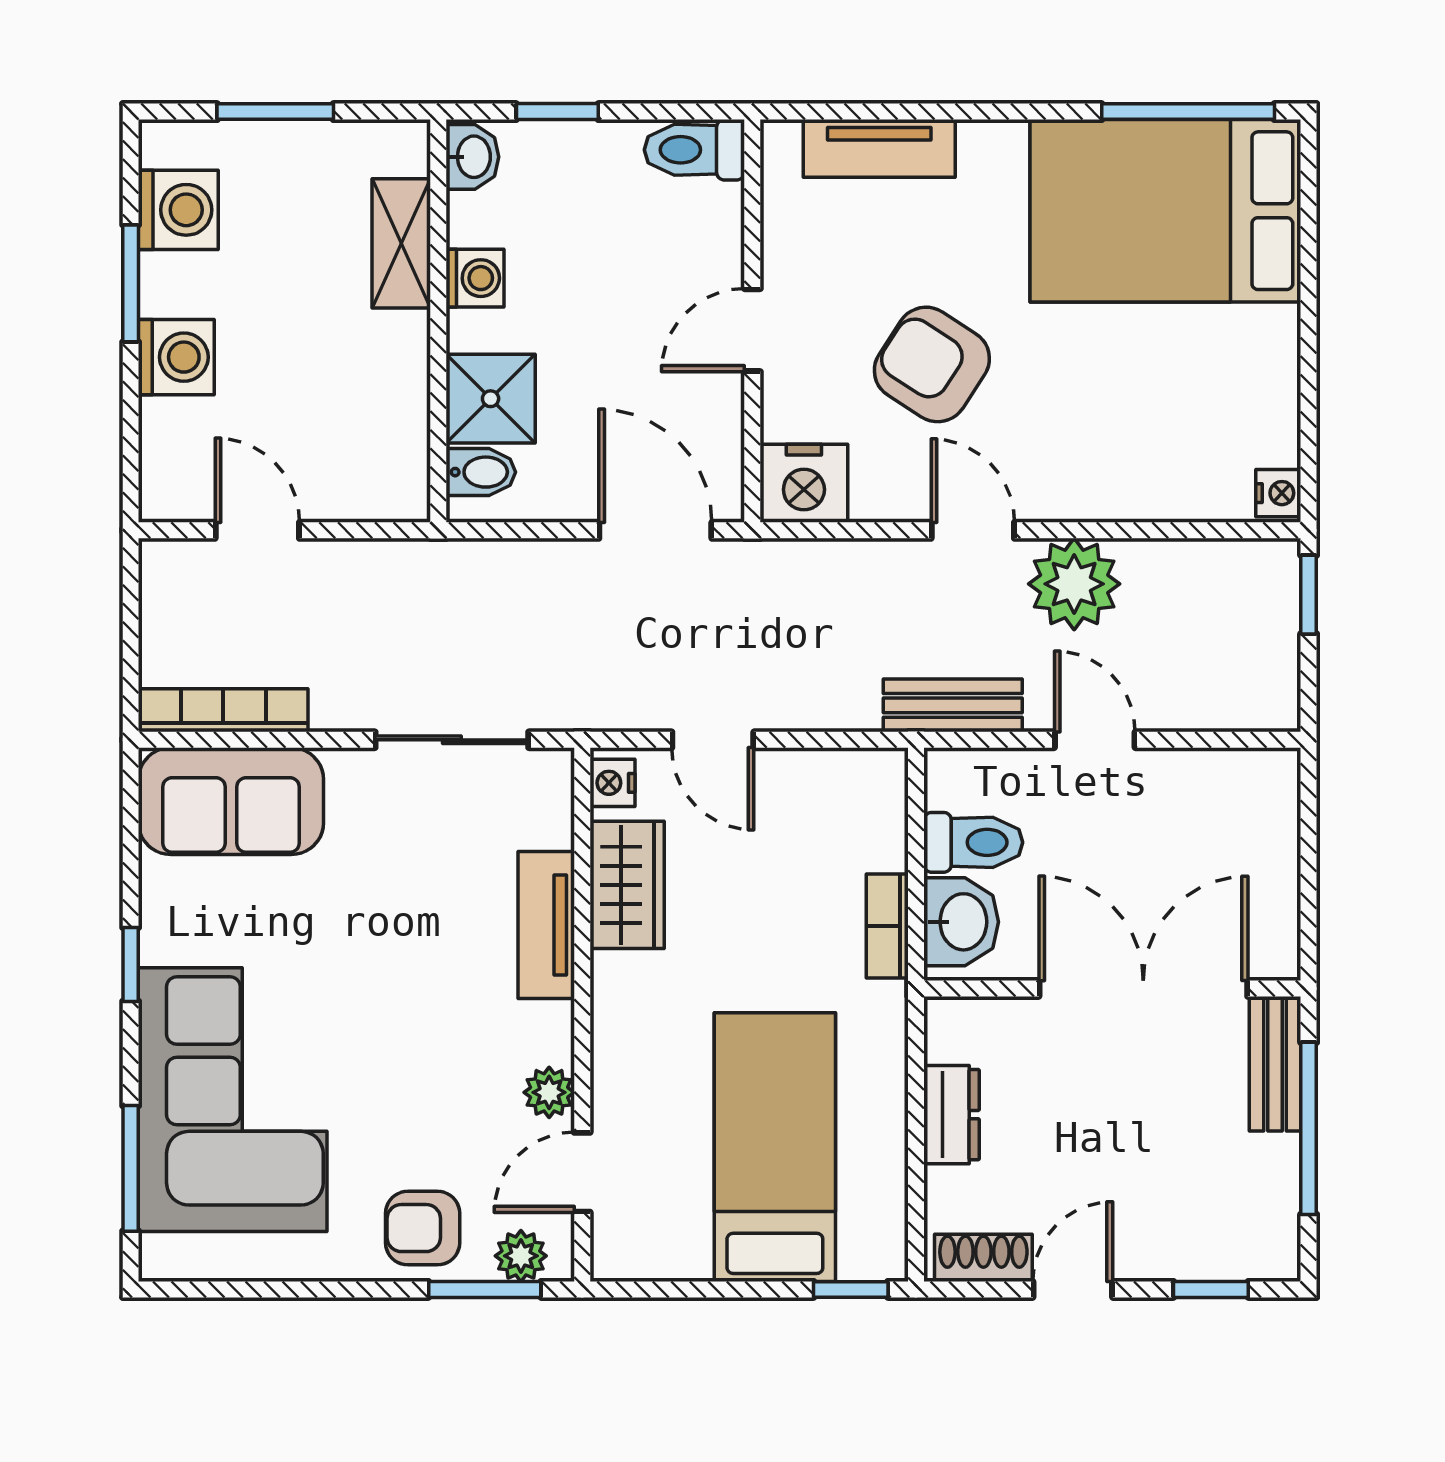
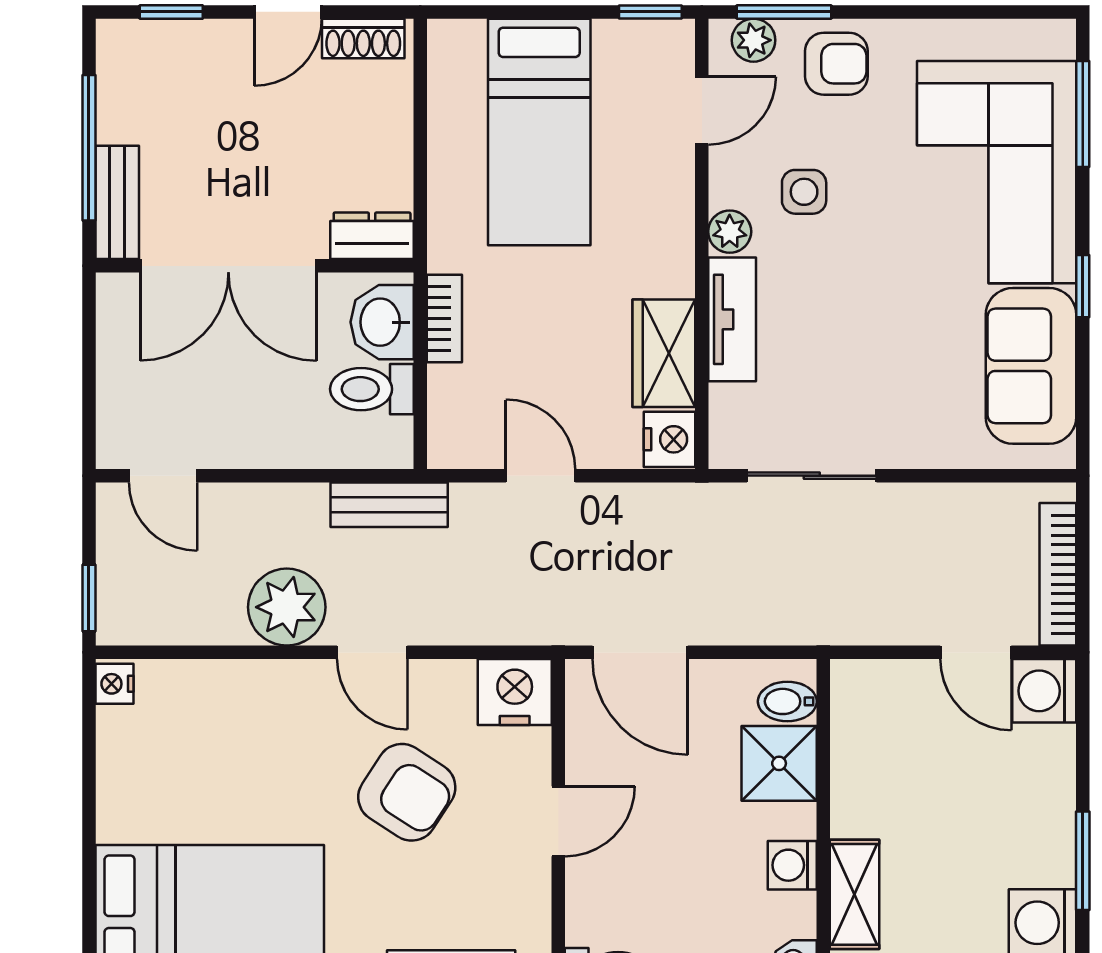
washing machine: (176, 357) -> (1044, 691), moved
bookcase: (223, 710) -> (1058, 574), moved, turned 90
door: (713, 740) -> (541, 476), moved
door: (1095, 740) -> (163, 476), moved
nightstand: (612, 783) -> (670, 439), width x1.39, depth x1.35
sofa: (231, 801) -> (1031, 366), moved, turned -90
side table: (461, 1076) -> (804, 192), added
plant: (549, 1092) -> (730, 232), moved
dresser: (951, 1115) -> (372, 236), moved, turned 90
window: (851, 1289) -> (650, 12), moved

